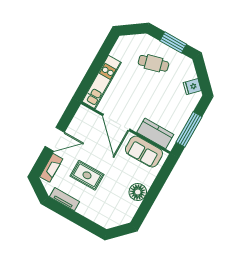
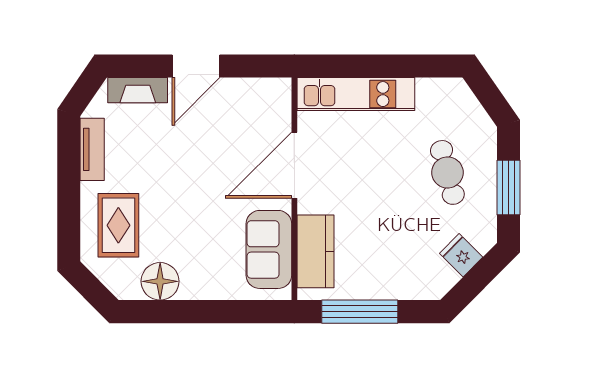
fridge: (192, 87) -> (461, 255), moved
door: (55, 139) -> (196, 66), hinge flipped
rug: (87, 175) -> (118, 225), moved
floor lamp: (138, 192) -> (160, 281), moved

